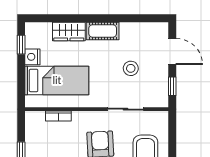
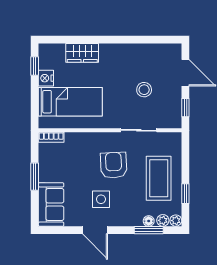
cot: (103, 31) -> (116, 52), removed
bookcase: (58, 116) -> (51, 137), moved

